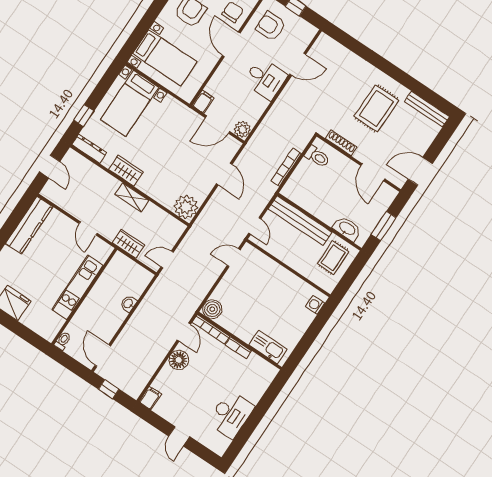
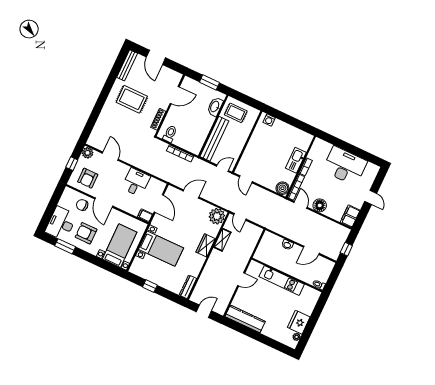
door: (231, 44) -> (104, 203), hinge flipped
desk: (265, 79) -> (136, 182), moved
bed with nightstands: (130, 103) -> (161, 249), moved
window: (84, 116) -> (150, 286), moved
plant: (242, 129) -> (88, 153), moved
wardrobe: (126, 171) -> (206, 245), moved
door: (420, 171) -> (156, 57), moved
shelving: (132, 197) -> (222, 240), moved
wardrobe: (128, 244) -> (247, 251), removed
door: (167, 259) -> (240, 217), moved
door: (184, 332) -> (301, 205), hinge flipped
kitchen sink: (268, 347) -> (296, 160), moved
door: (103, 356) -> (311, 250), moved
filing cabinet: (150, 398) -> (350, 216), width x2.00
desk: (231, 414) -> (345, 166), width x1.36, depth x1.30
door: (179, 436) -> (371, 197), hinge flipped

